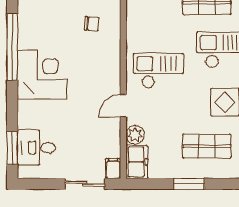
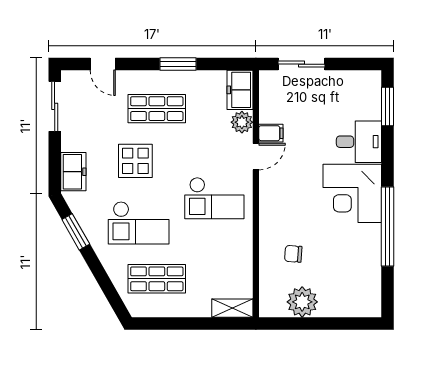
desk: (36, 148) -> (359, 142), moved
filing cabinet: (113, 168) -> (271, 133), moved, turned -90

